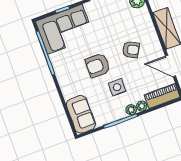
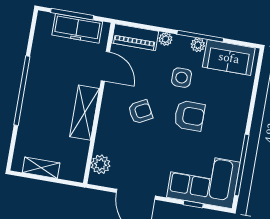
armchair: (131, 50) -> (140, 112), turned 124
plant: (131, 110) -> (198, 45), moved
sofa: (81, 114) -> (229, 58), moved, turned -90

